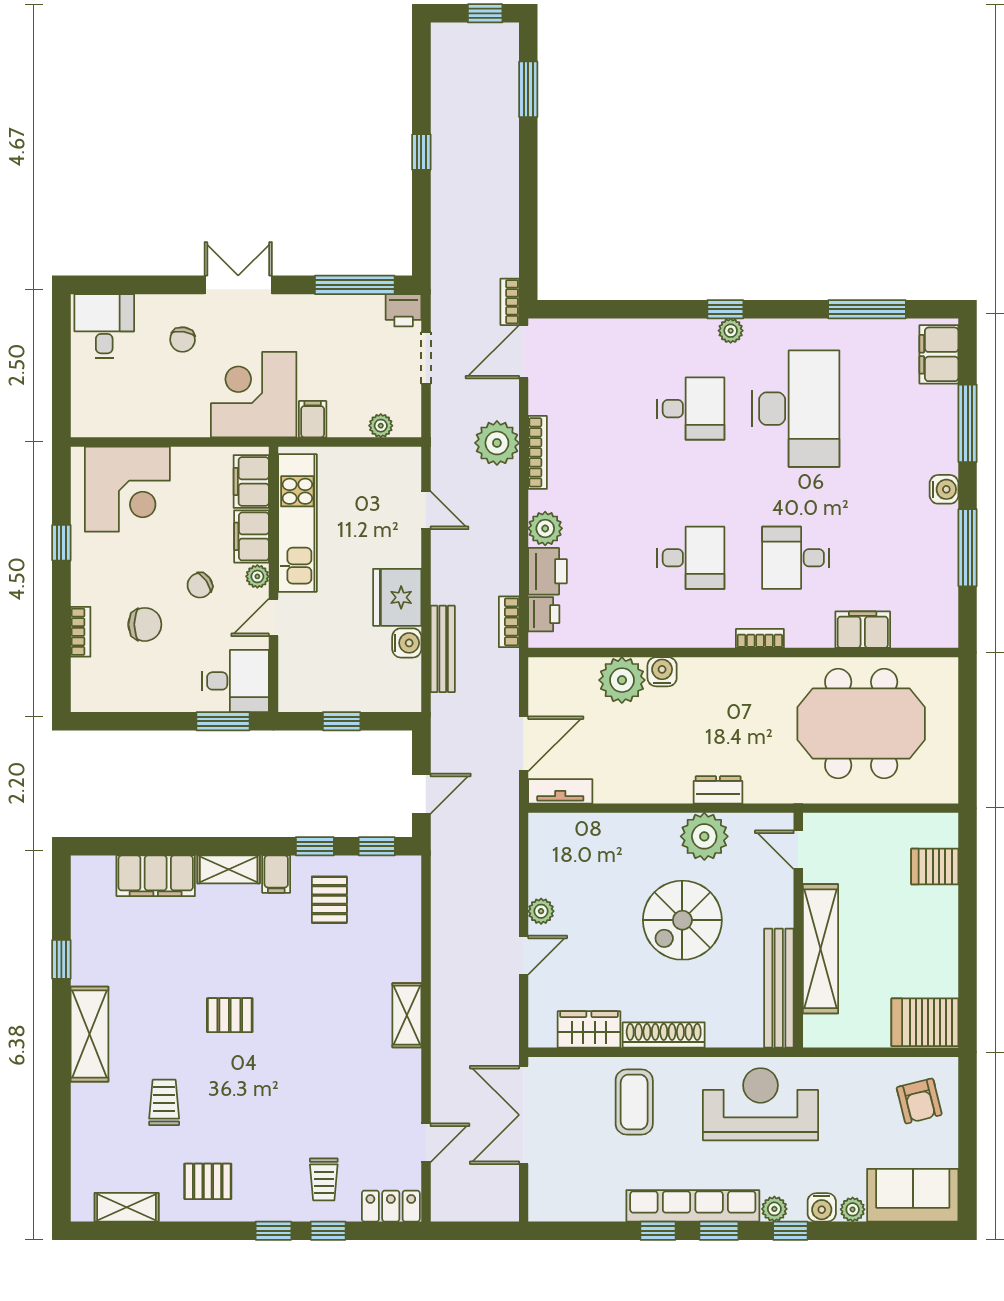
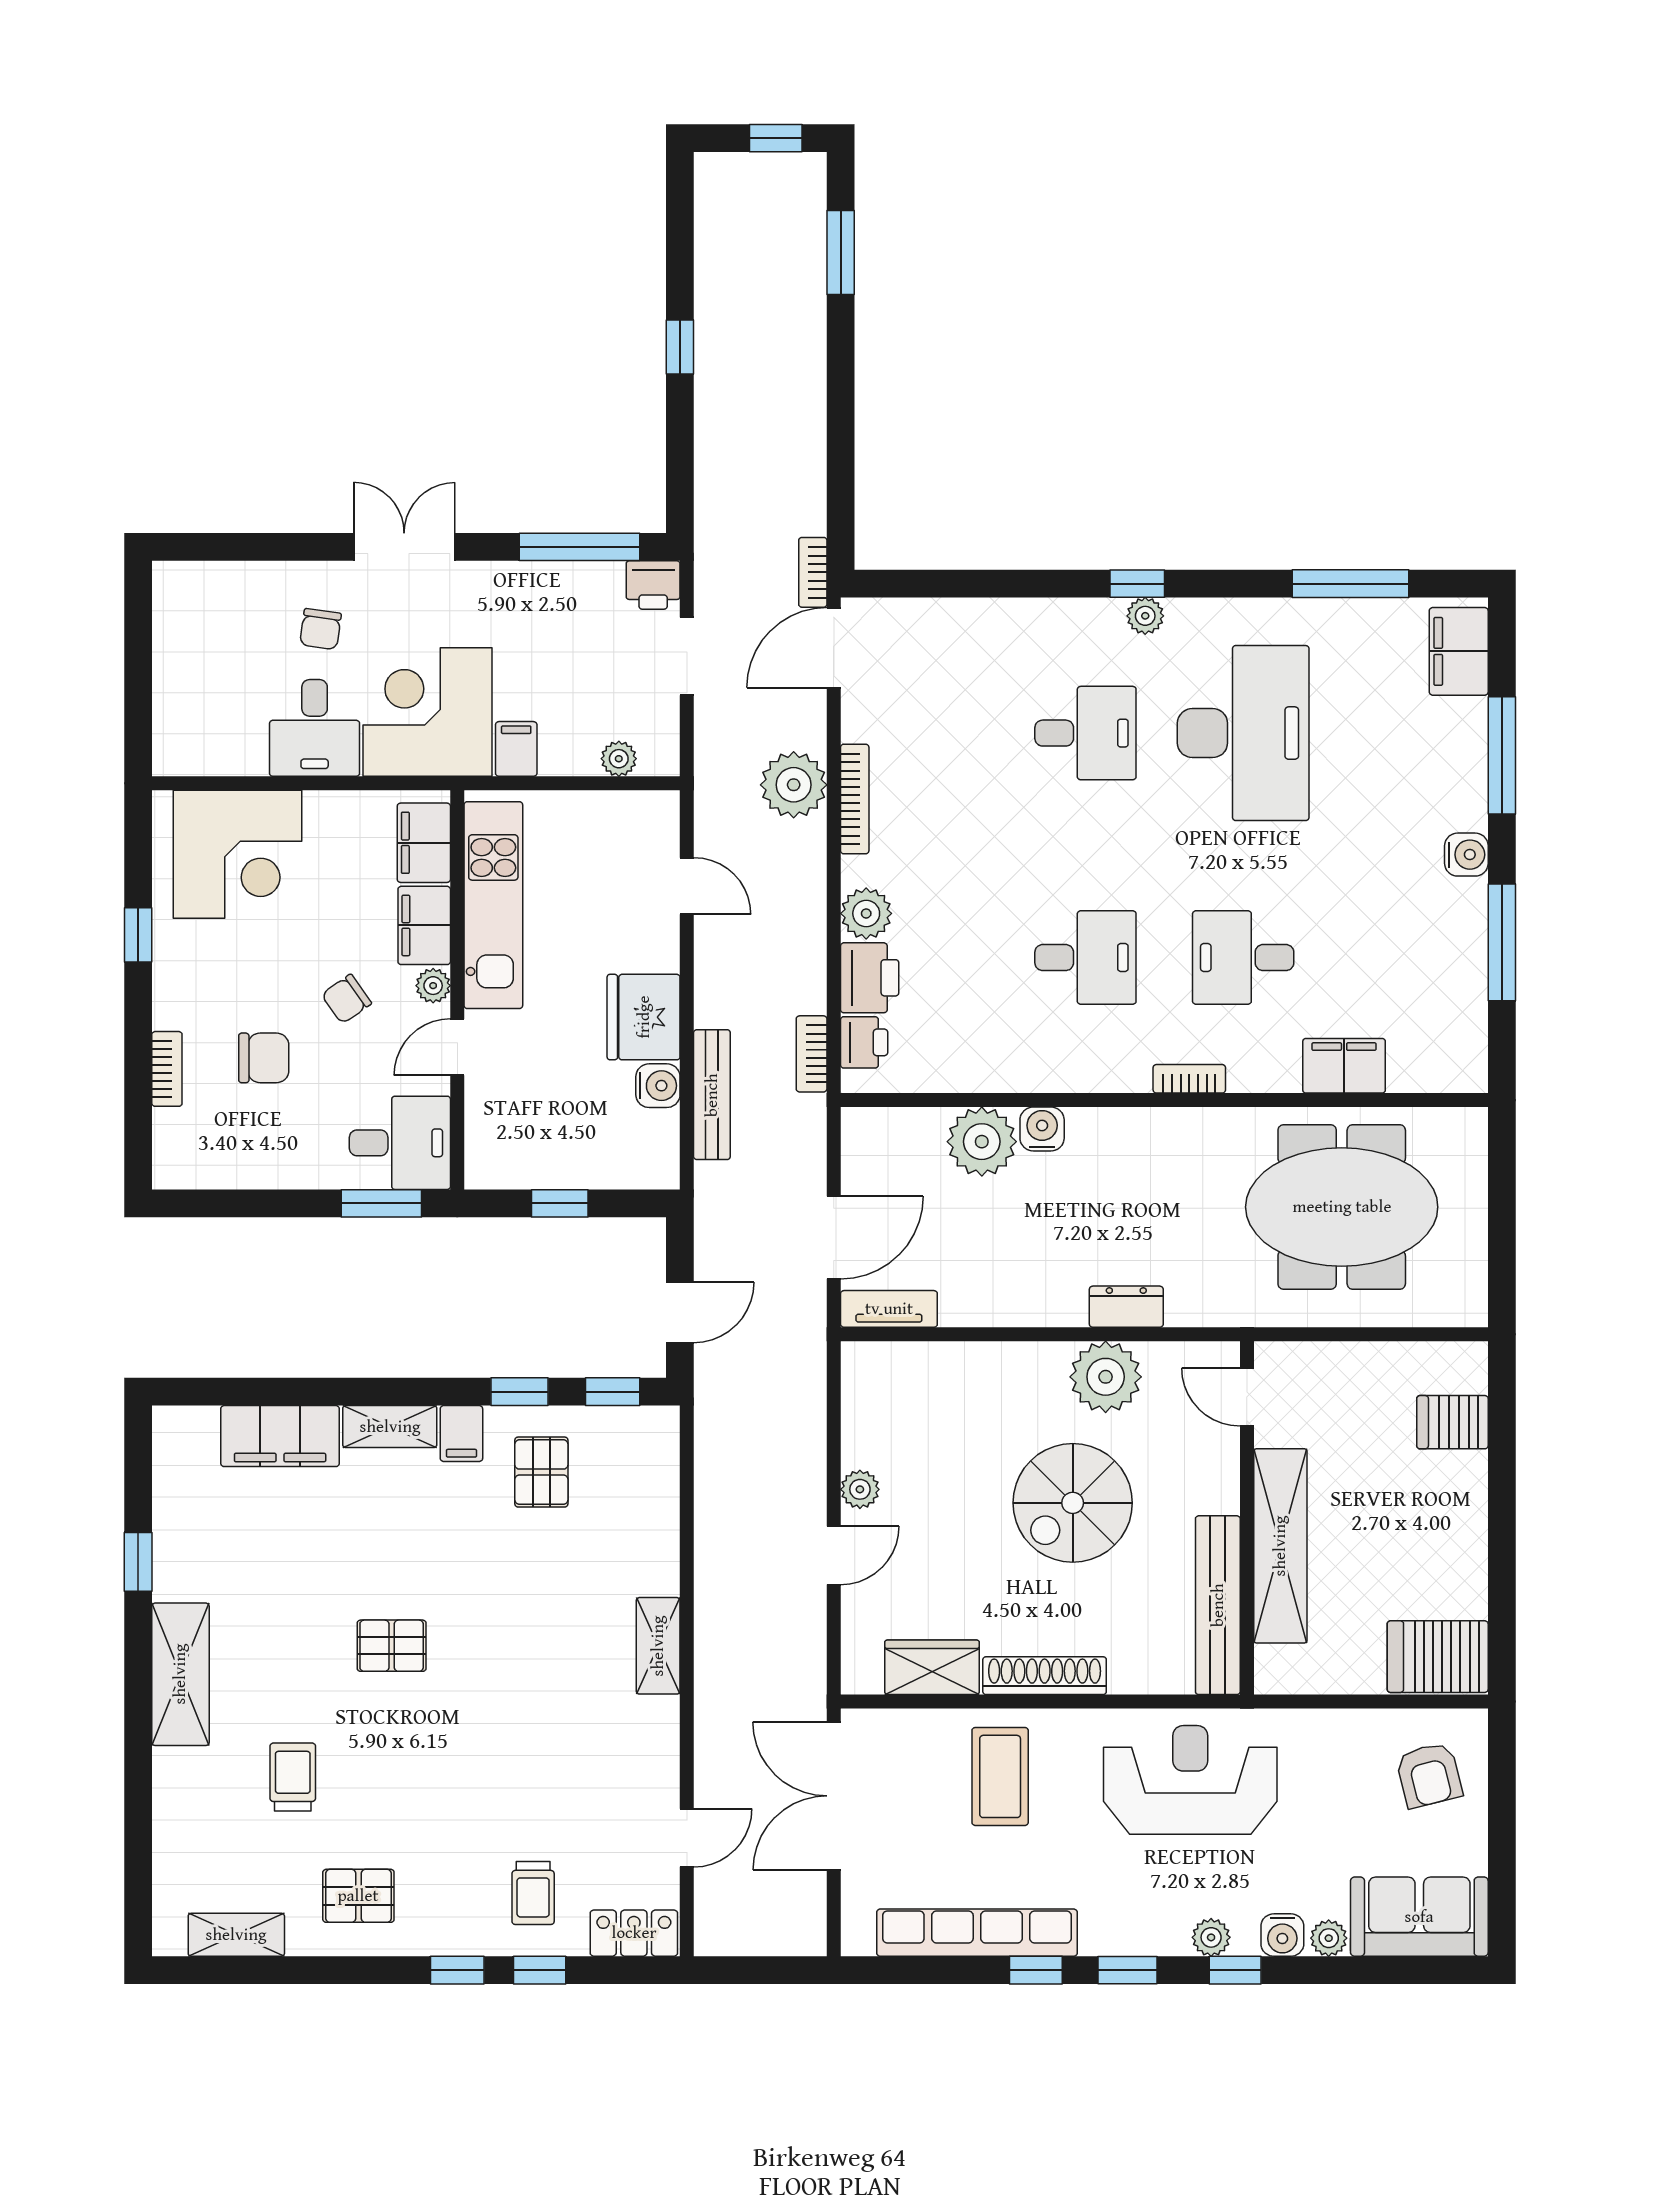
desk: (104, 326) -> (315, 728), moved, turned 180
row of seats: (693, 1206) -> (977, 1933), moved

